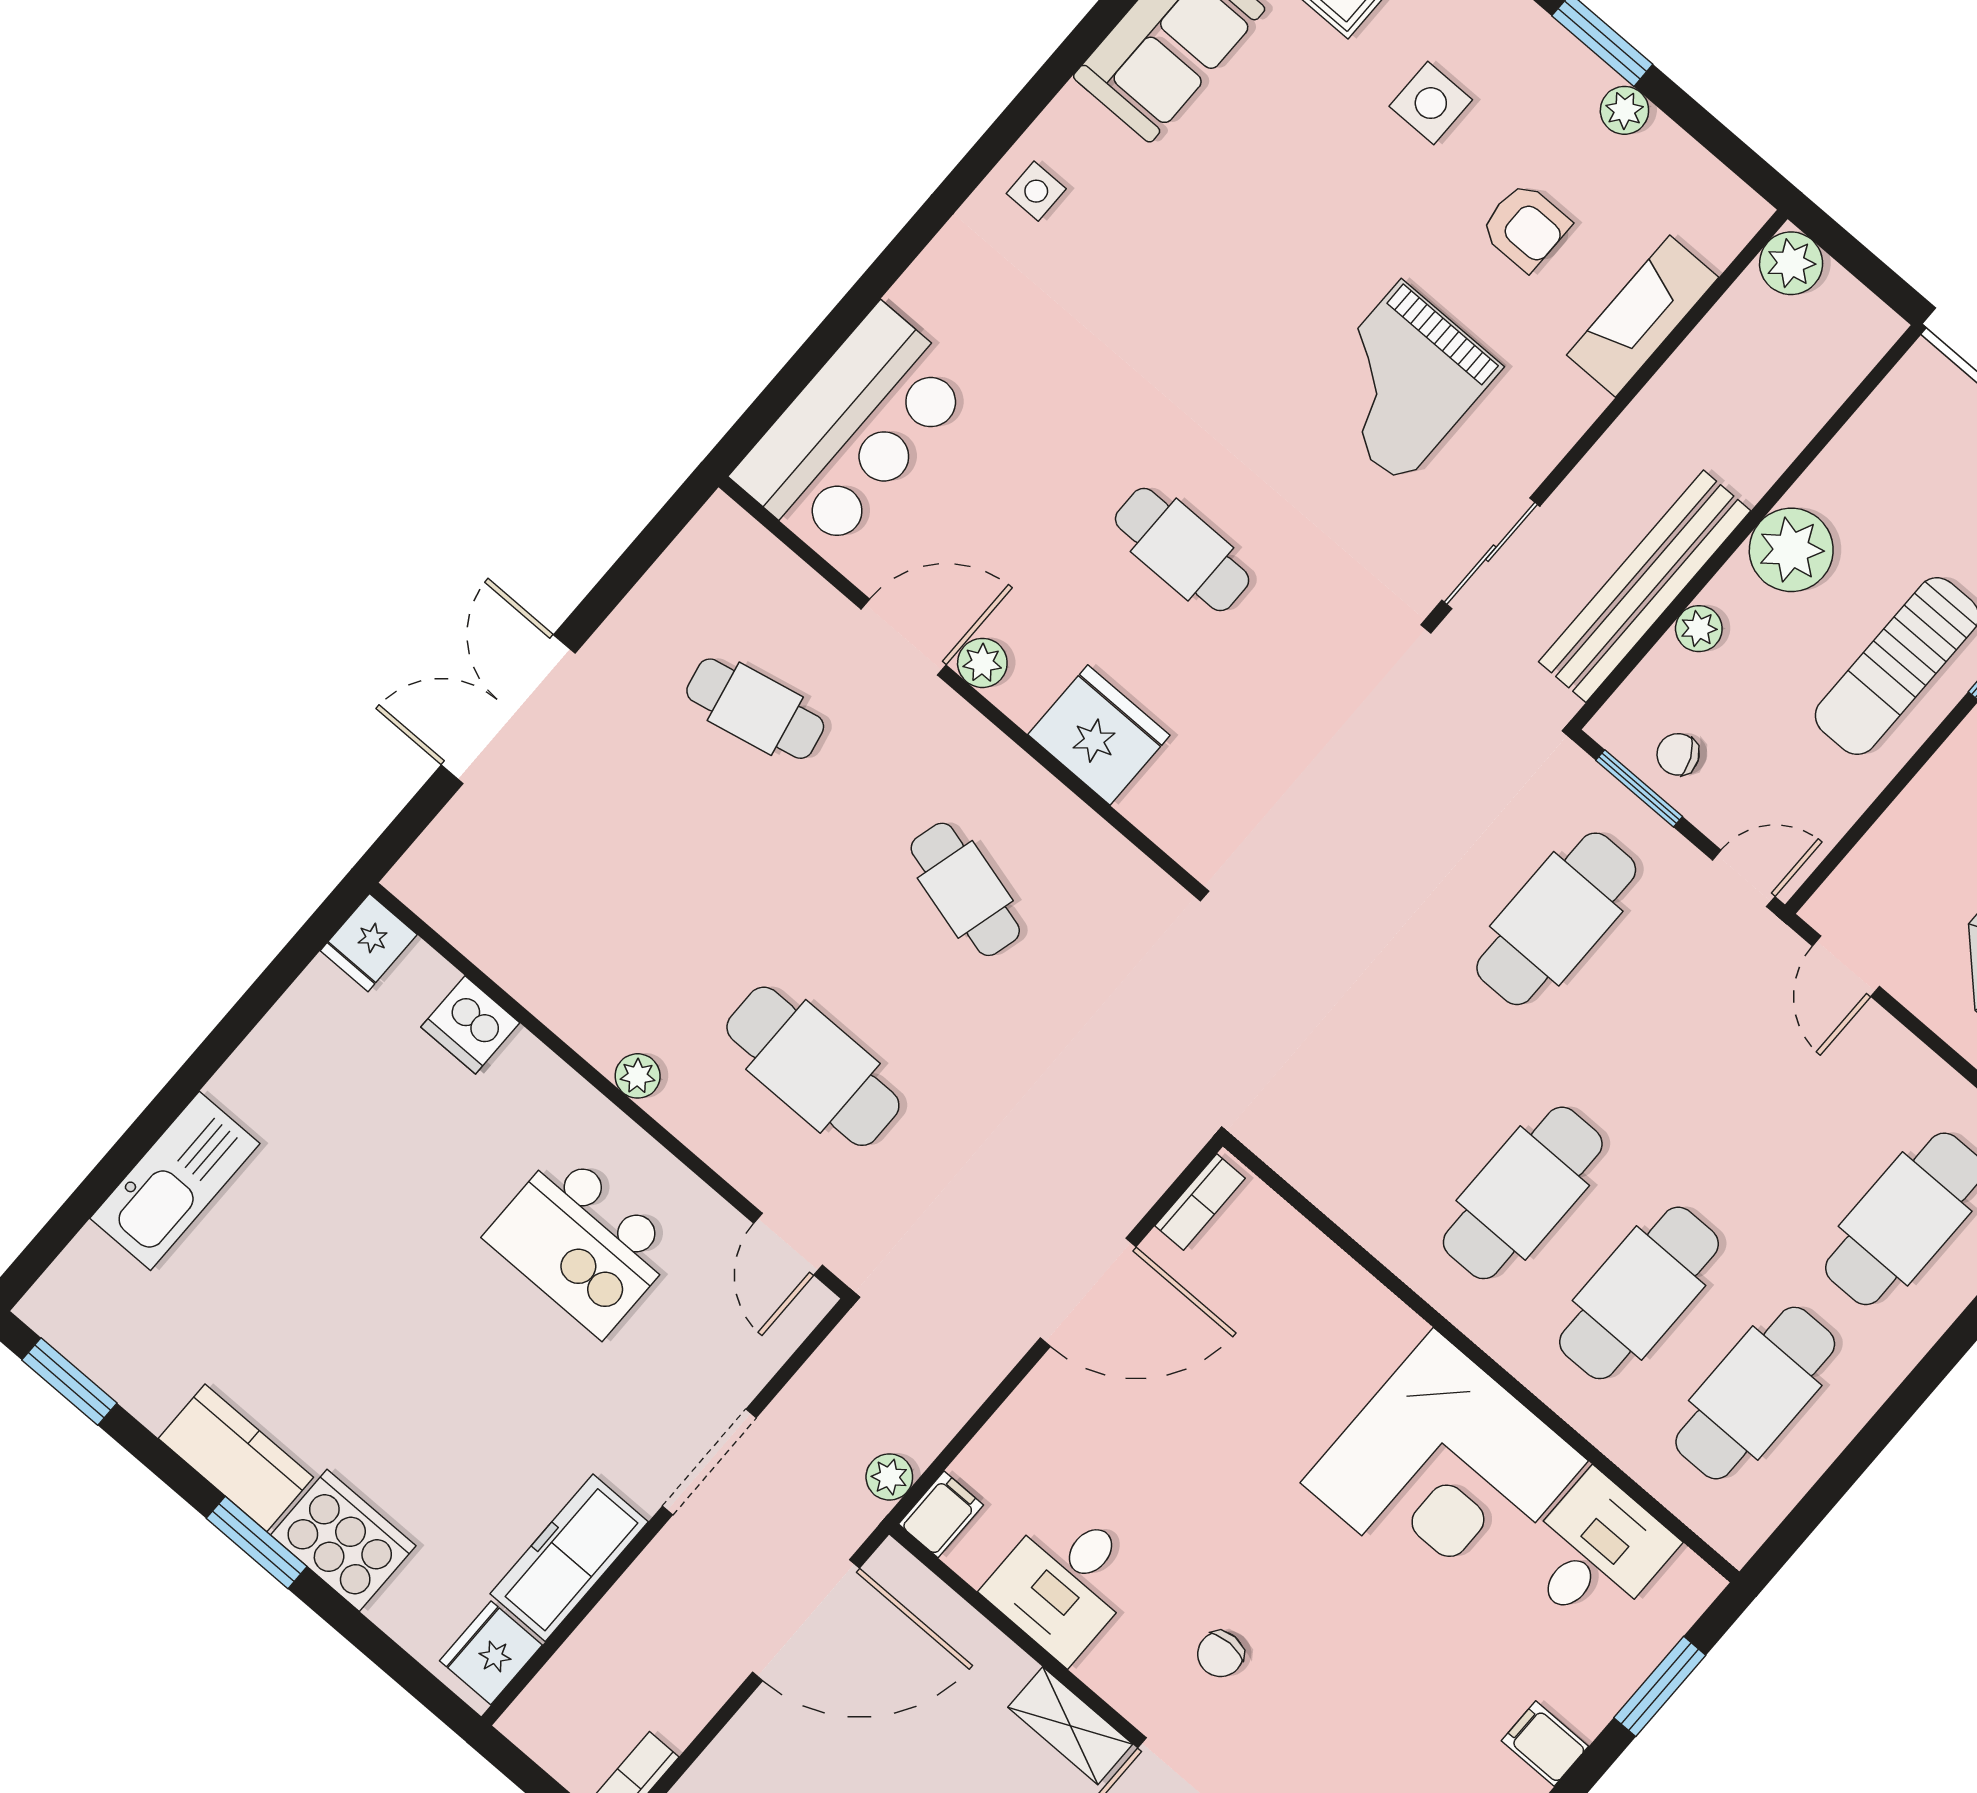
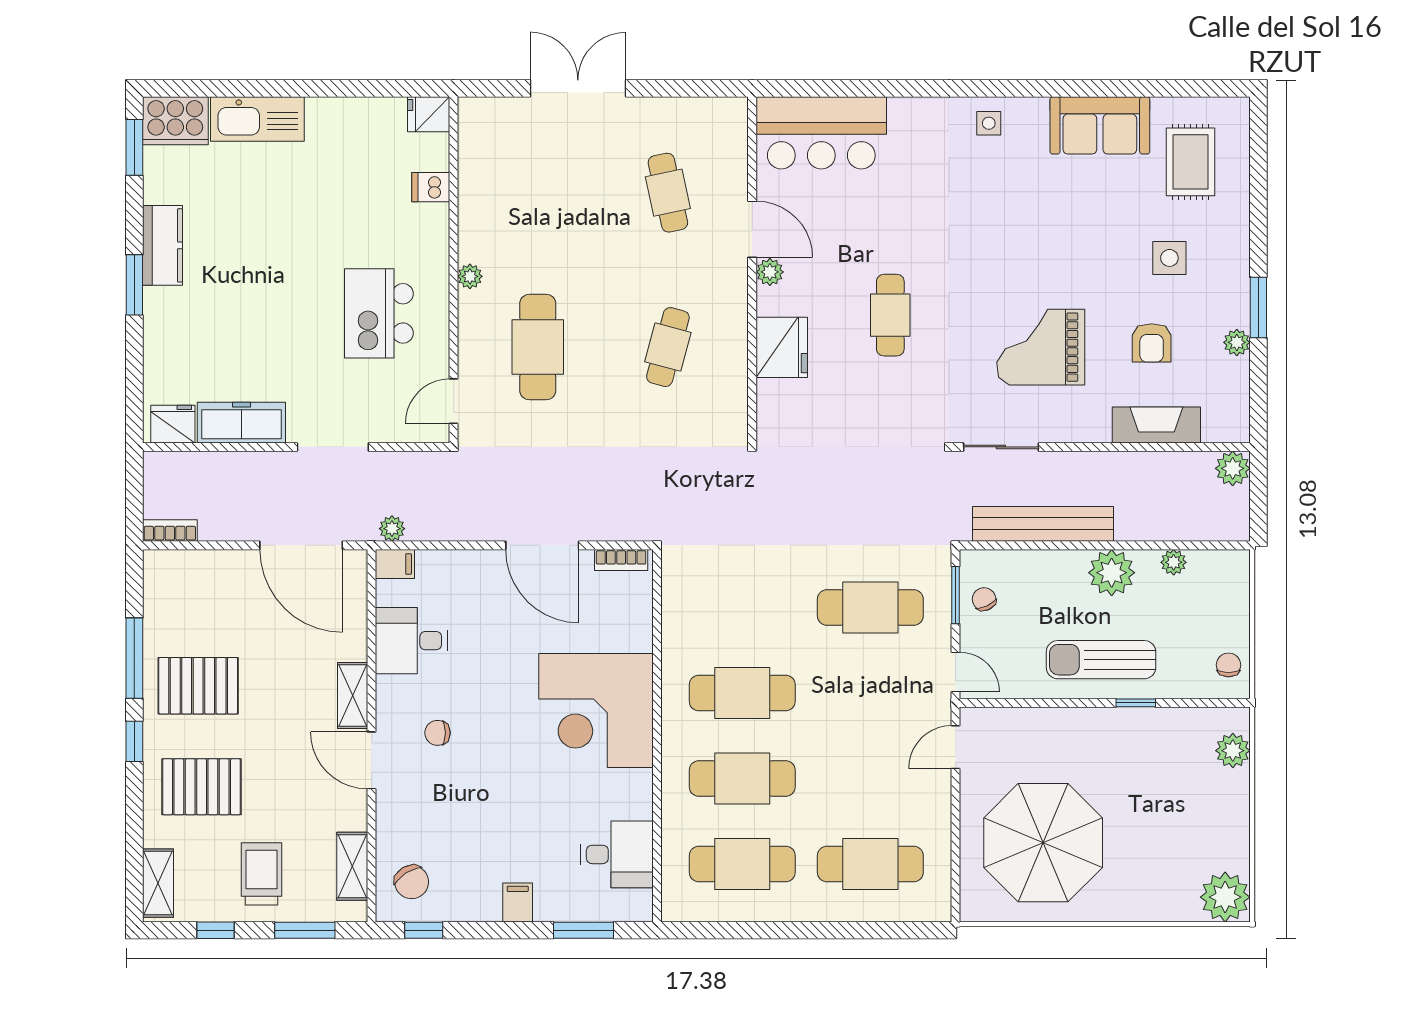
plant: (1699, 629) -> (1174, 562), moved
dishwasher: (470, 1025) -> (431, 187), width x0.73
corner desk: (1444, 1472) -> (596, 710), moved
cooker: (343, 1540) -> (175, 121), moved, turned 90

